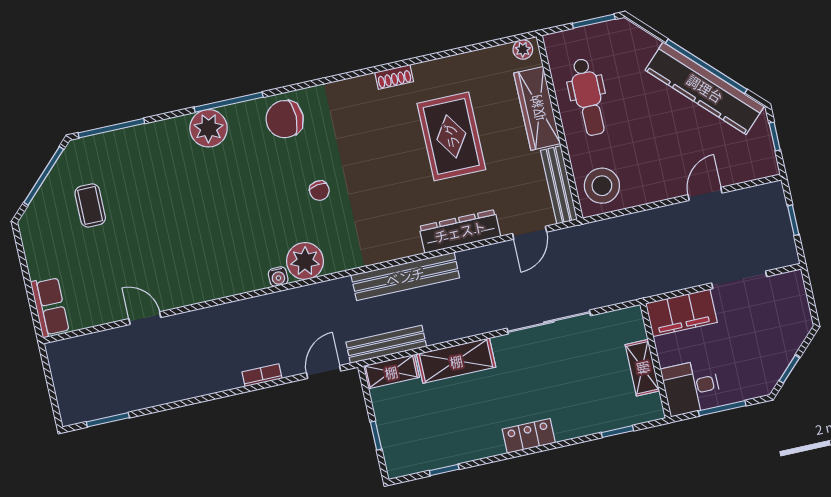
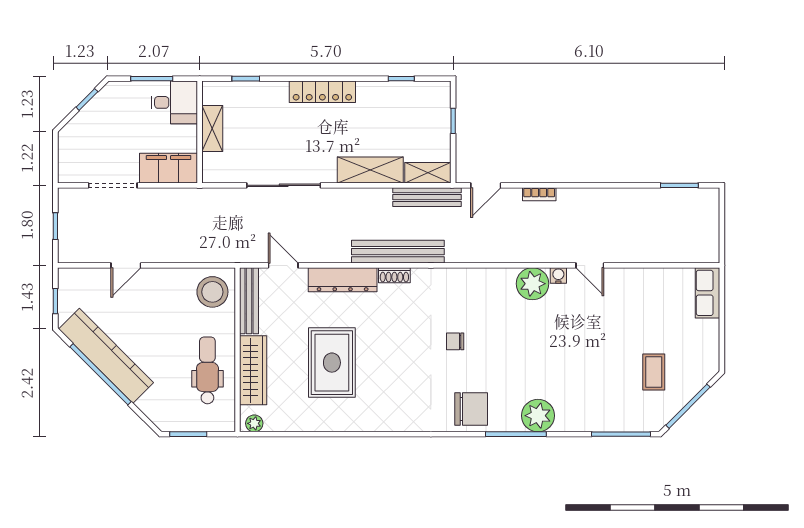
shoe rack: (394, 77) -> (394, 275), moved, turned 180
chair: (319, 191) -> (455, 341), turned -81
door: (530, 233) -> (283, 265), hinge flipped
plant: (305, 261) -> (532, 284), moved
water cooler: (278, 277) -> (558, 276), moved
door: (145, 318) -> (590, 265), moved
locker: (529, 436) -> (322, 92), width x1.53

